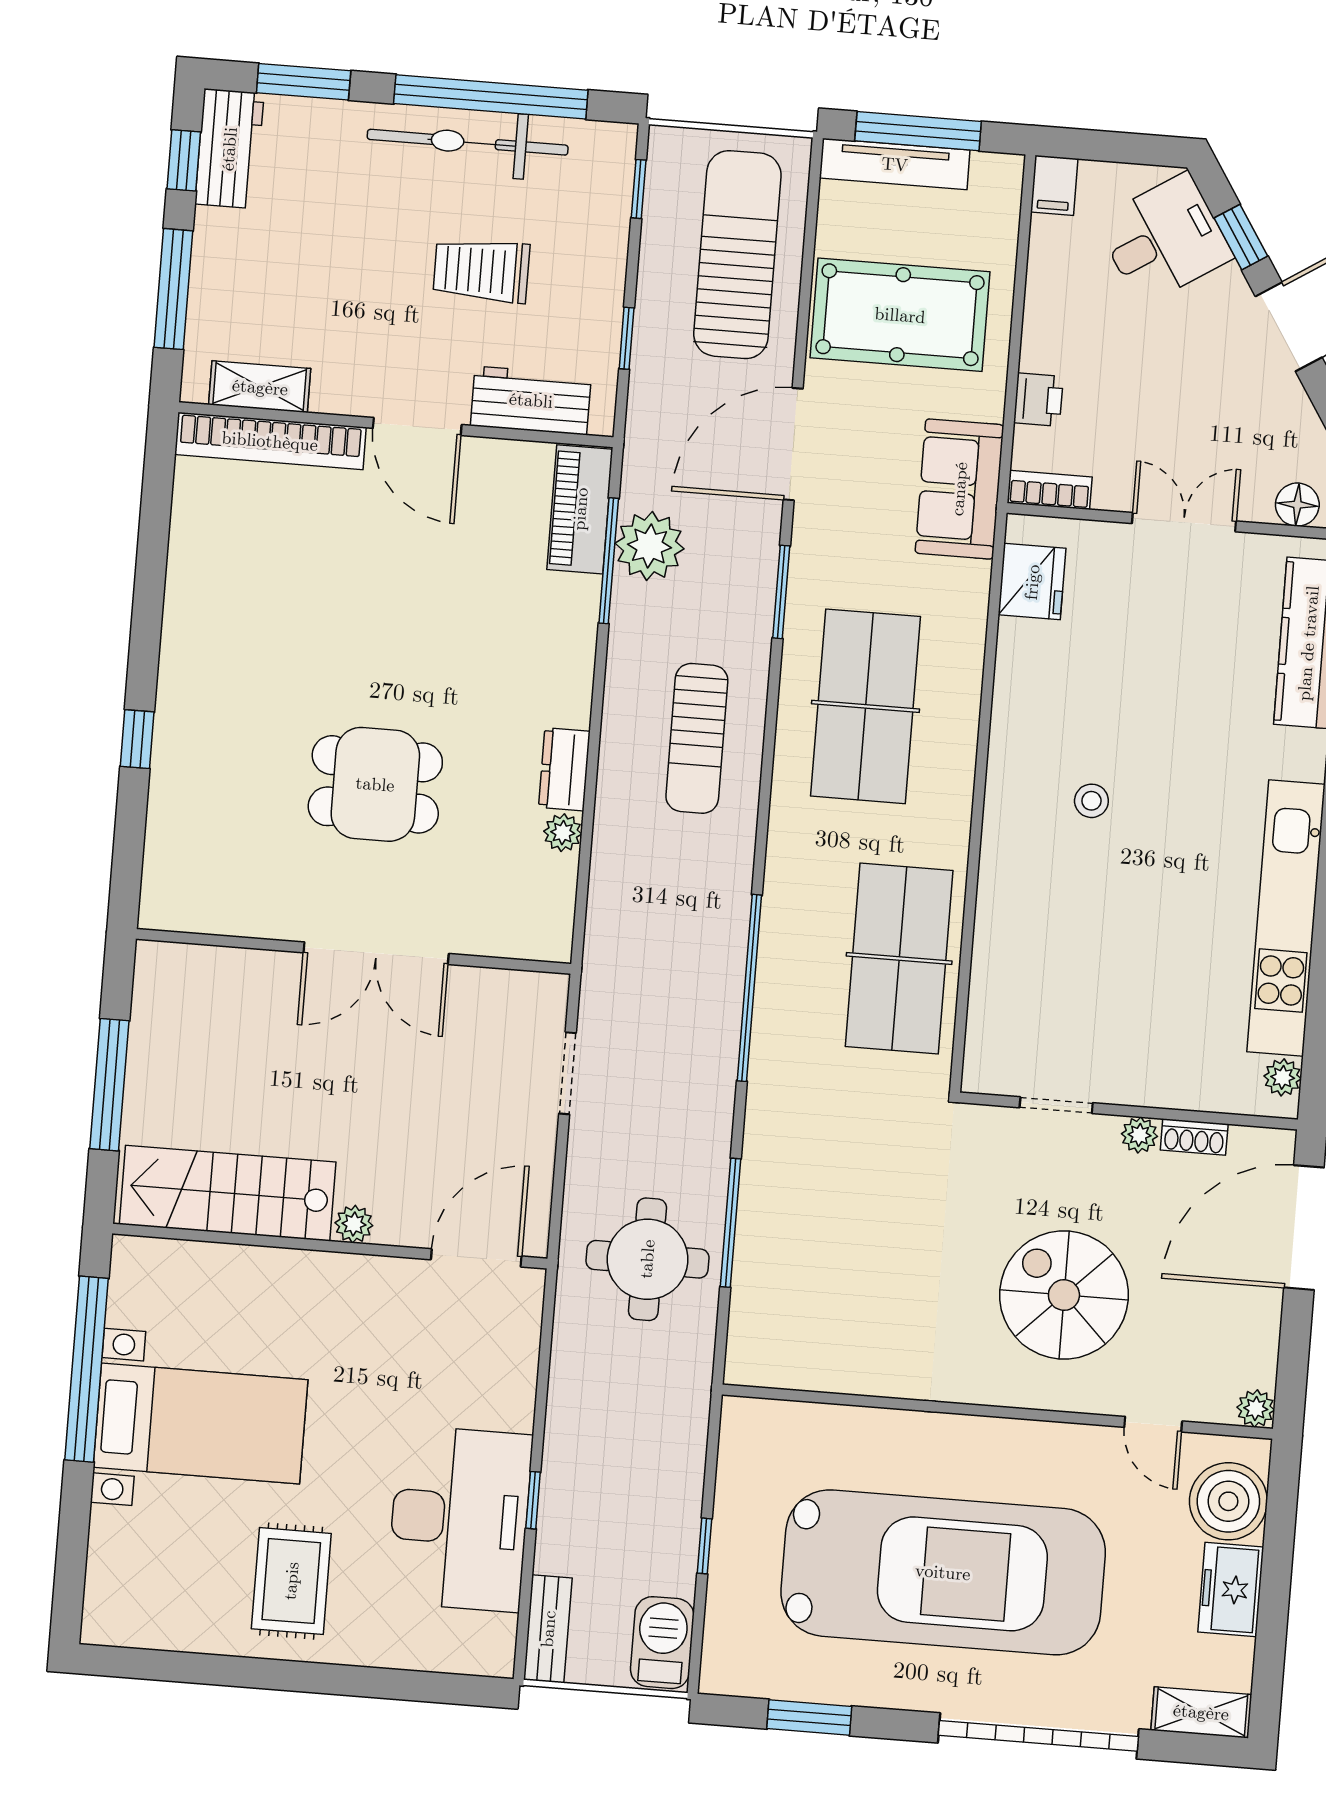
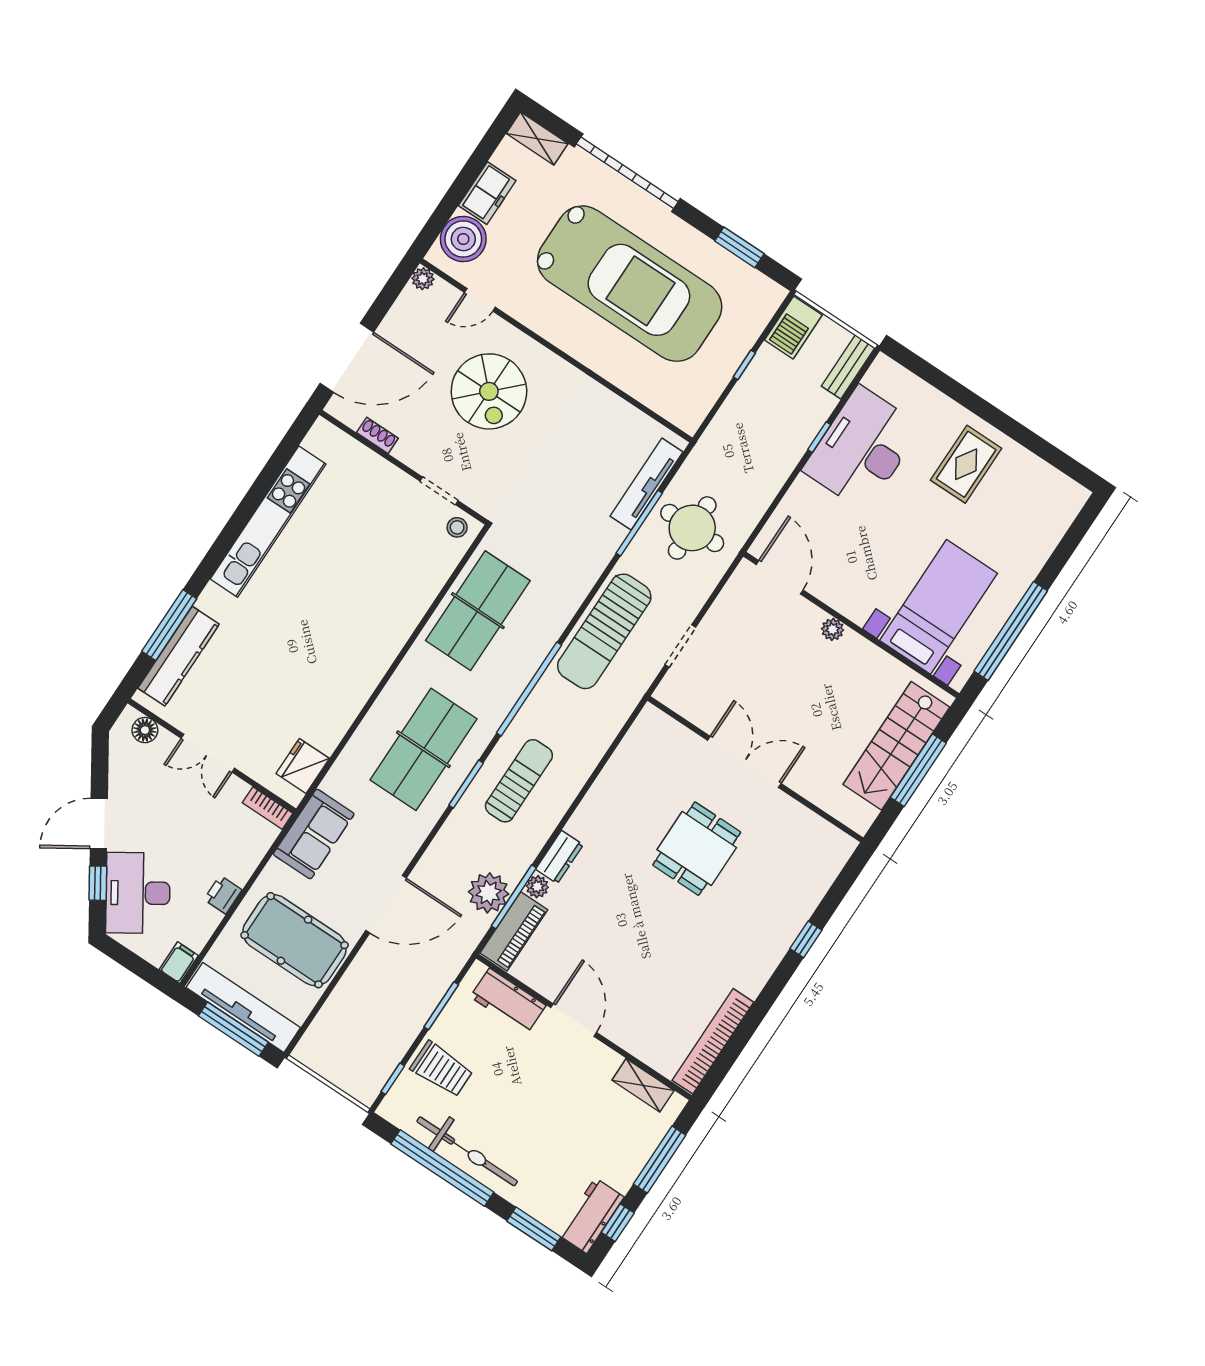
tv unit: (895, 164) -> (243, 1007), width x1.36, depth x1.29
desk: (1164, 239) -> (138, 893), width x1.37
sun lounger: (737, 255) -> (604, 631), moved
trolley: (481, 270) -> (442, 1069), moved
window: (627, 338) -> (441, 1006), width x1.50
printer: (1039, 400) -> (223, 895), moved
bookcase: (270, 441) -> (713, 1041), moved, turned -90
window: (781, 592) -> (466, 784), moved
dresser: (564, 769) -> (559, 857), moved
dining table: (375, 784) -> (697, 849), turned 90
stool: (1091, 801) -> (457, 527), moved
plant: (563, 833) -> (537, 887), moved
window: (749, 988) -> (529, 689), moved
plant: (1283, 1077) -> (315, 441), removed
plant: (1139, 1135) -> (405, 452), removed
stairs: (228, 1193) -> (896, 746), moved, turned 90
door: (476, 1258) -> (780, 577), swing flipped
tv unit: (752, 1287) -> (647, 484), added
bed with nightstands: (201, 1423) -> (939, 607), moved, turned 90
door: (1153, 1424) -> (480, 300), swing flipped
car: (943, 1572) -> (630, 284), turned 180

